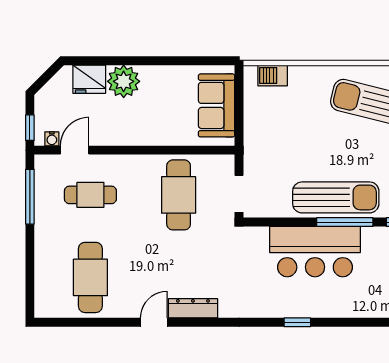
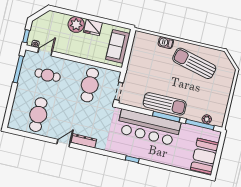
barbecue: (273, 76) -> (166, 43), moved
fridge: (89, 79) -> (93, 27), moved
bar counter: (315, 252) -> (149, 127), width x1.36

